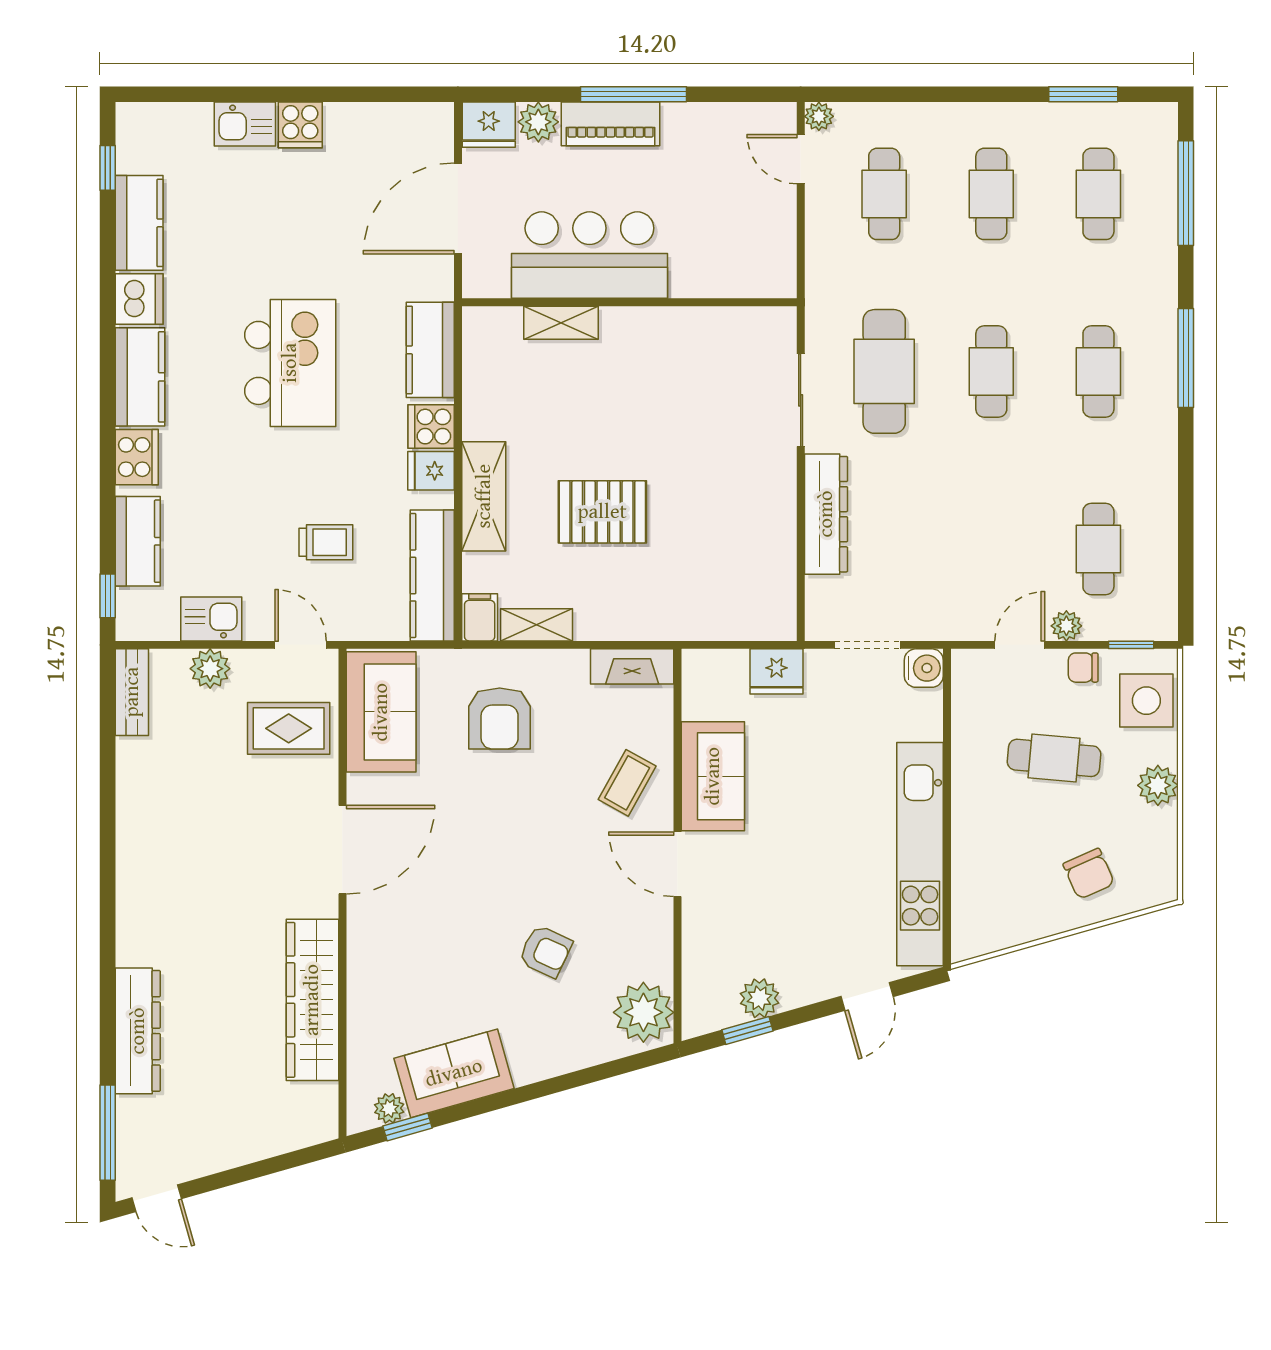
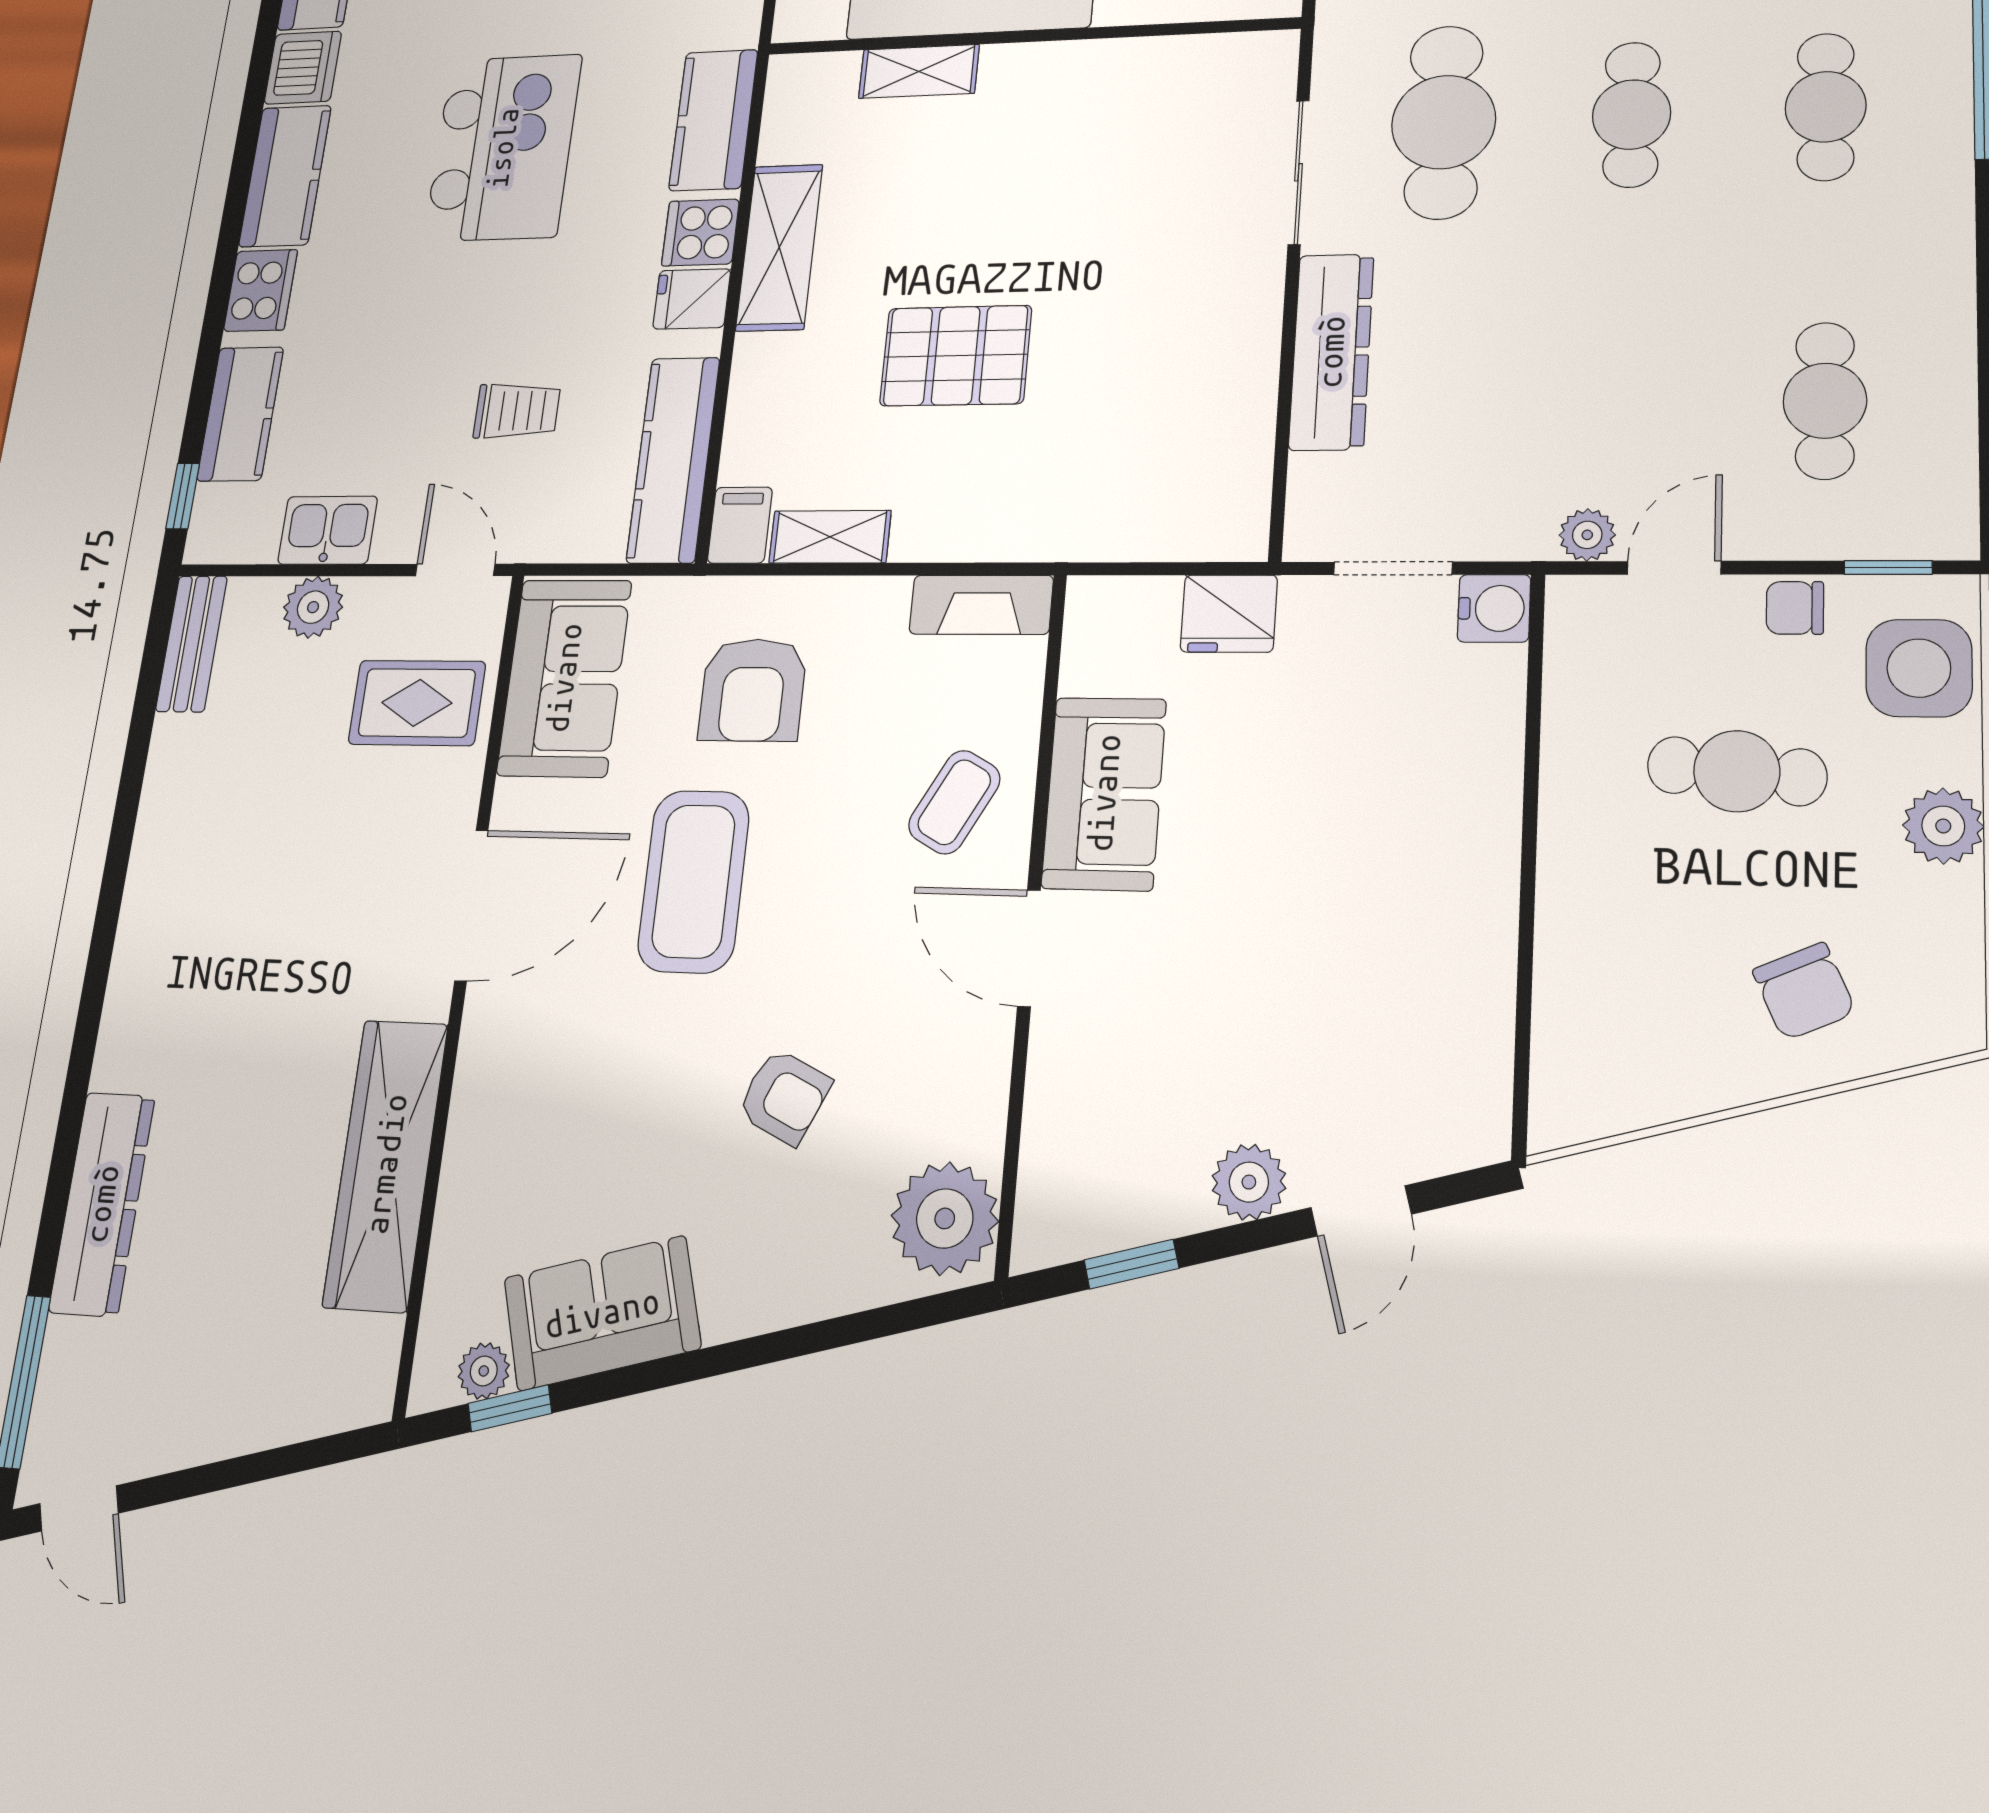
shelving: (484, 496) -> (779, 247), moved
plant: (1066, 626) -> (1587, 535), moved
coffee table: (477, 832) -> (693, 881), added
kitchen unit: (920, 854) -> (1474, 944), removed
plant: (759, 998) -> (1249, 1182), moved

